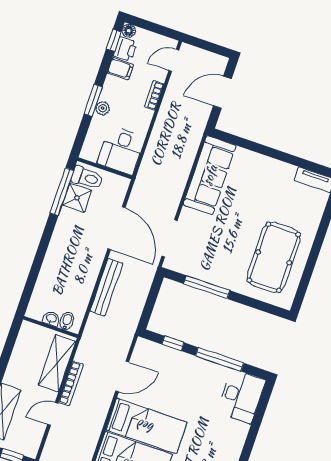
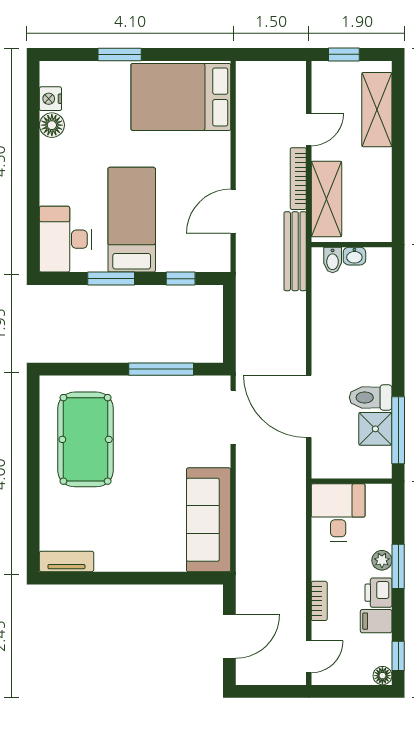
printer: (125, 49) -> (378, 593), moved
toilet: (87, 178) -> (371, 397), moved
bench: (106, 287) -> (295, 251), moved
window: (220, 359) -> (111, 279), width x0.69
bed: (146, 426) -> (132, 220), moved, turned 90

